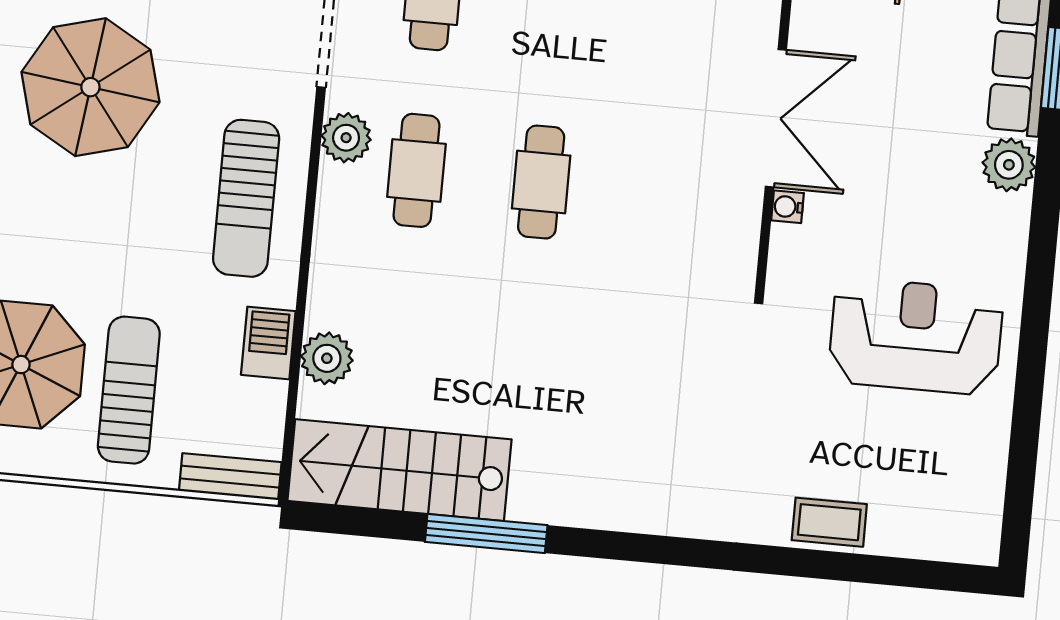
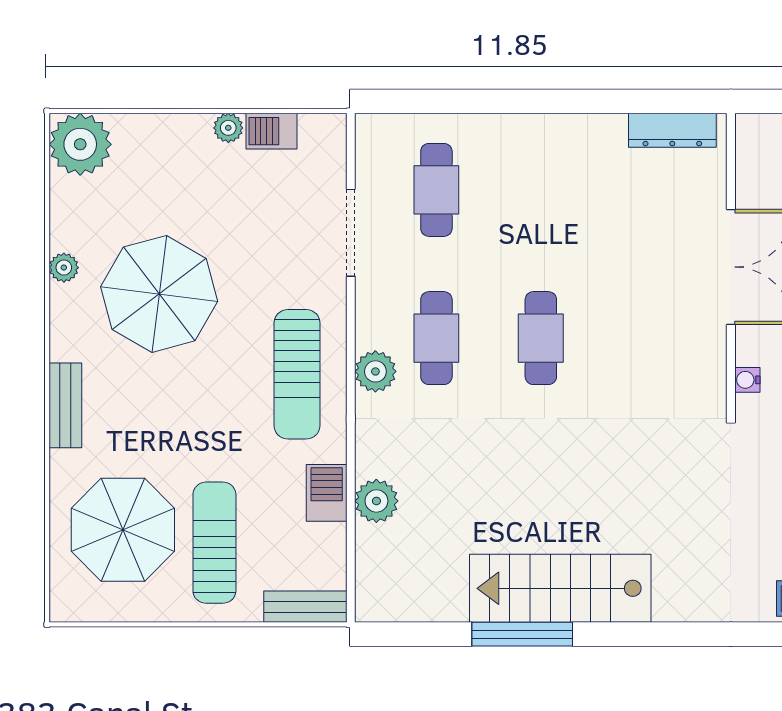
plant: (346, 138) -> (375, 371), moved
water cooler: (787, 207) -> (747, 380), moved
stairs: (399, 470) -> (560, 588), moved

